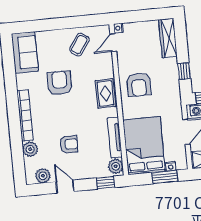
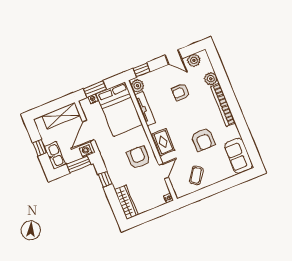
door: (113, 43) -> (164, 171), moved

